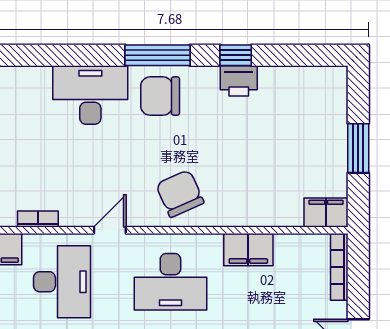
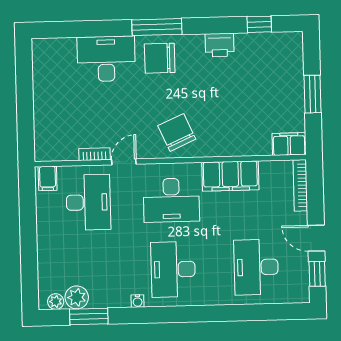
window: (236, 55) -> (259, 24), moved
bookcase: (38, 219) -> (94, 154), moved
filing cabinet: (248, 250) -> (230, 176), width x1.50, depth x1.17

